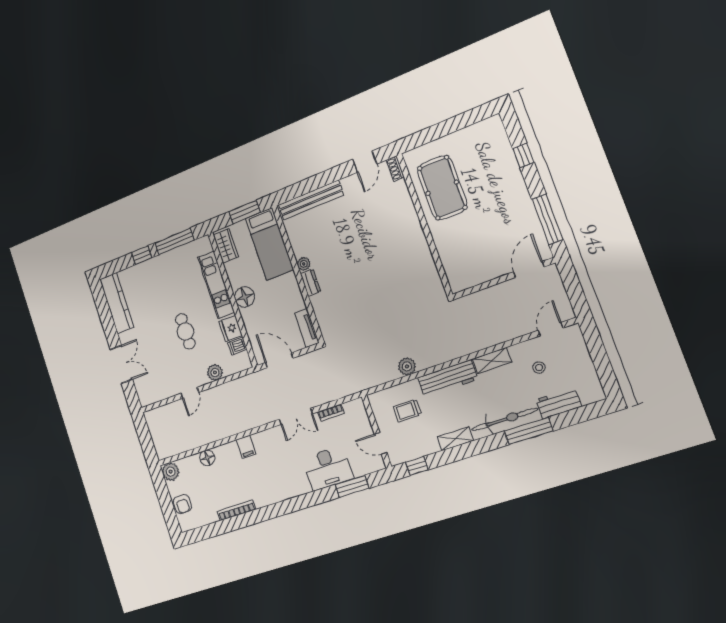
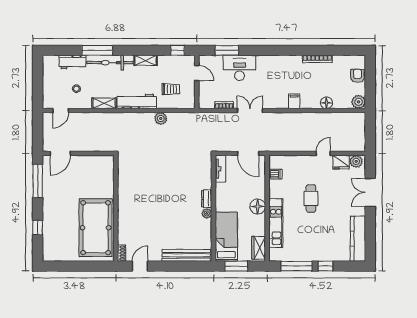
pool table: (442, 188) -> (96, 228), width x1.36, depth x1.32
fridge: (231, 328) -> (341, 162), moved, turned 90
plant: (215, 372) -> (356, 161), moved

